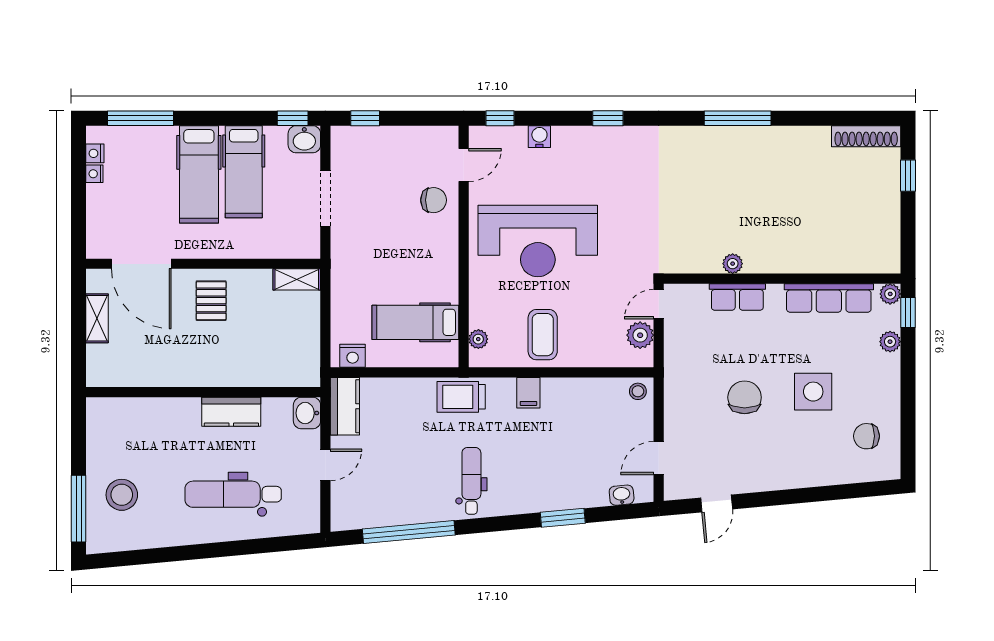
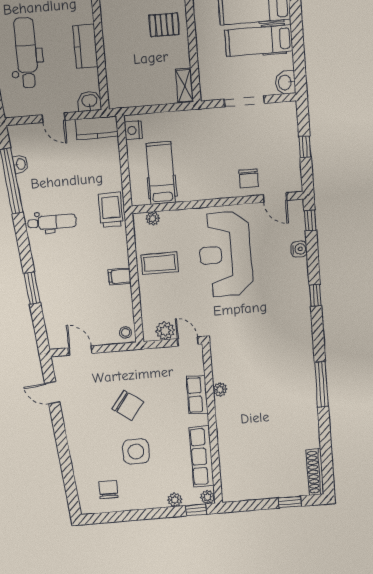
window: (293, 118) -> (300, 73), removed
window: (365, 118) -> (305, 147), moved
filing cabinet: (528, 393) -> (120, 276), moved
chair: (745, 397) -> (128, 406), turned 37
washbasin: (622, 495) -> (20, 164), moved

